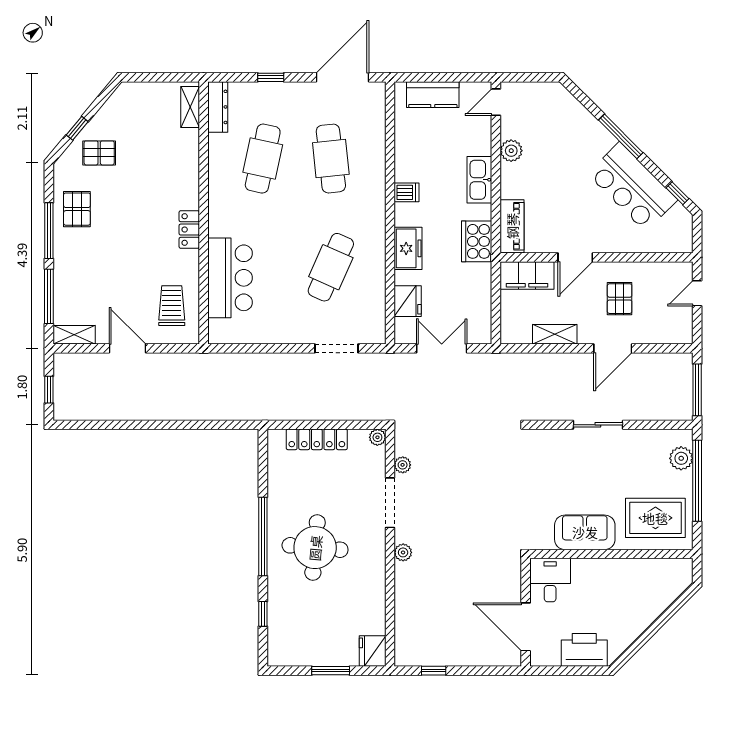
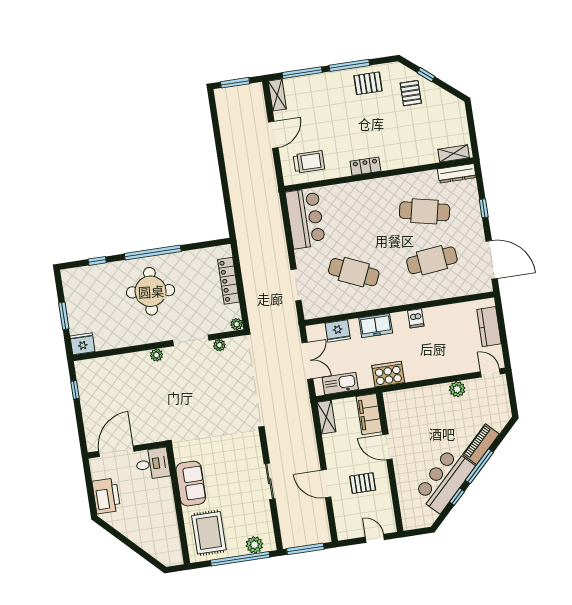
kitchen sink: (479, 180) -> (340, 383), moved
window: (678, 193) -> (457, 497), moved
piano: (512, 226) -> (481, 444), moved, turned 135
bar counter: (230, 278) -> (305, 218), moved, turned -90
shelving: (555, 334) -> (326, 417), moved
window: (49, 390) -> (235, 83), width x1.50

